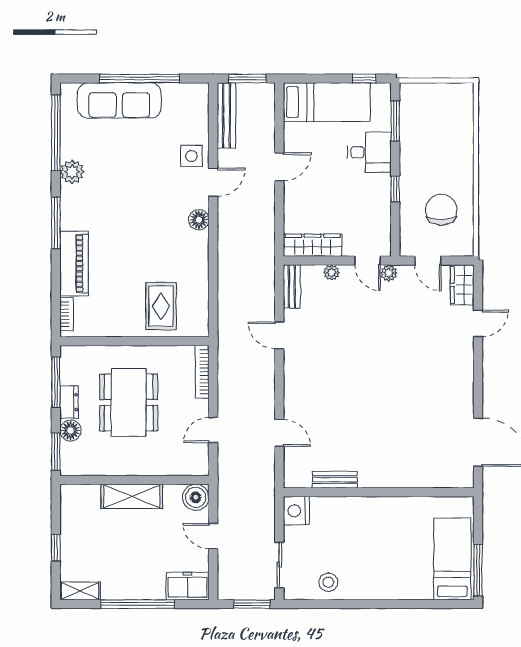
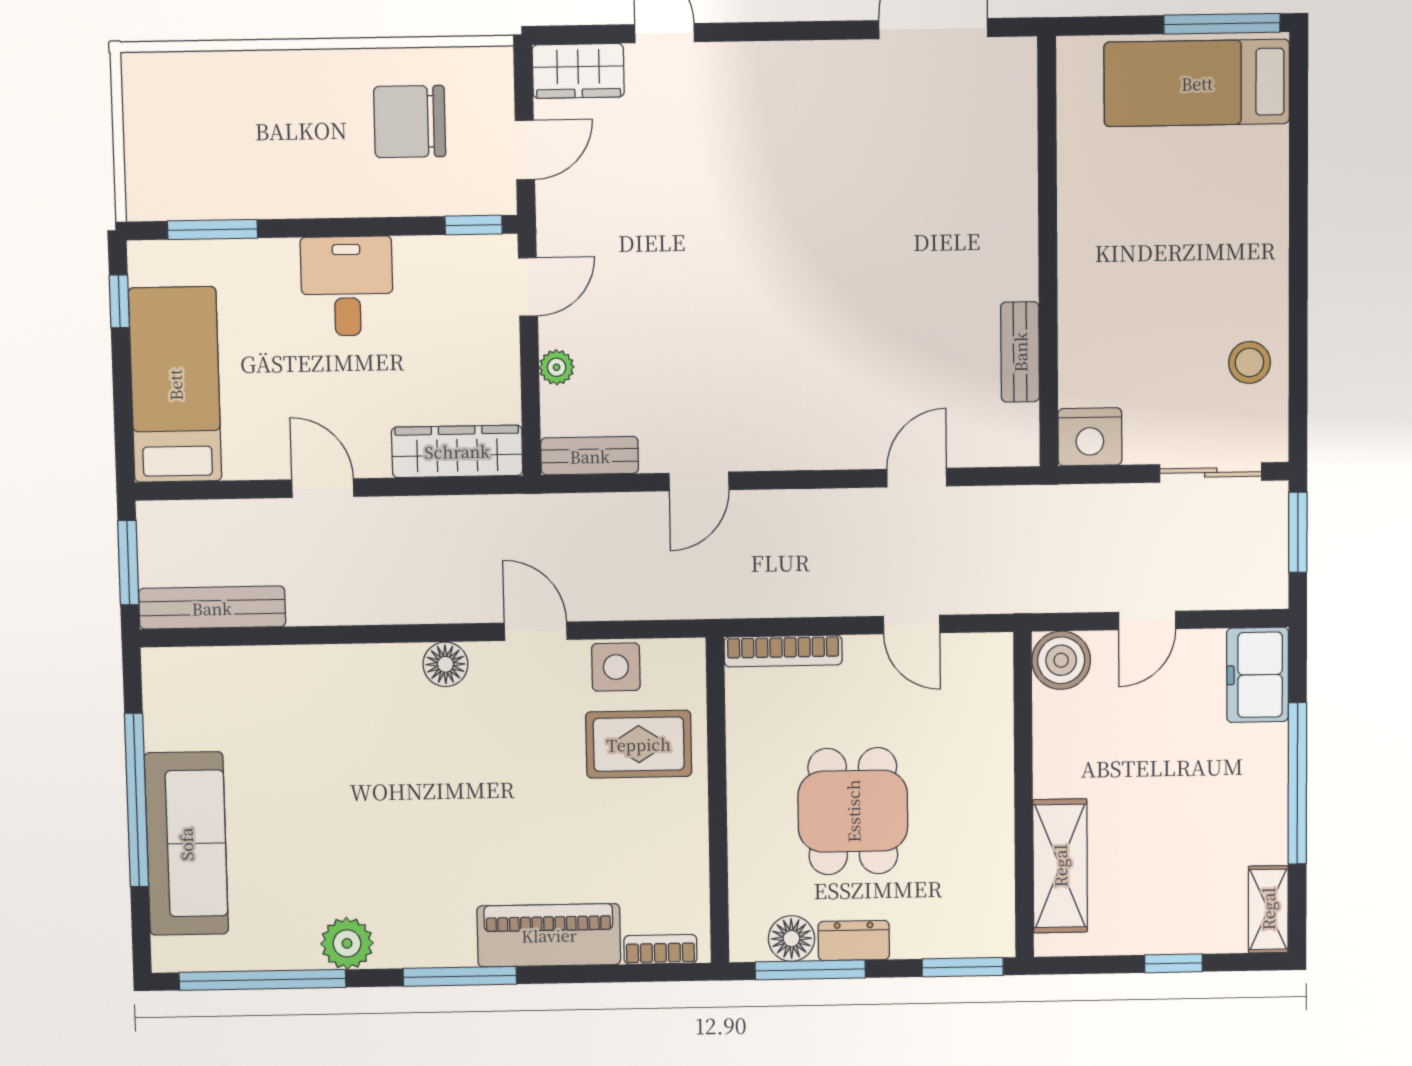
desk: (369, 152) -> (347, 286), moved
side table: (191, 156) -> (616, 667), moved
door: (213, 182) -> (536, 631), moved
window: (395, 189) -> (474, 225), moved
wardrobe: (313, 245) -> (457, 451), moved, turned 90
plant: (389, 273) -> (555, 238), removed
dining table: (129, 403) -> (853, 811), width x0.73
floor lamp: (71, 431) -> (791, 939), moved
shelving: (132, 496) -> (1060, 866), moved

